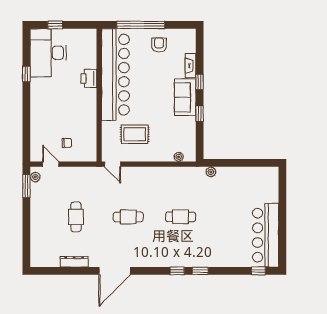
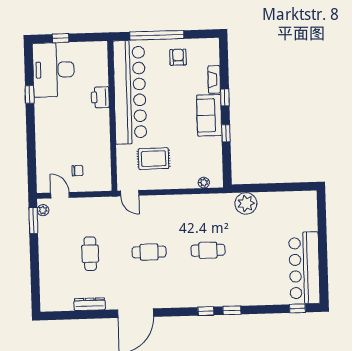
plant: (211, 172) -> (246, 203), width x1.87, depth x1.87

